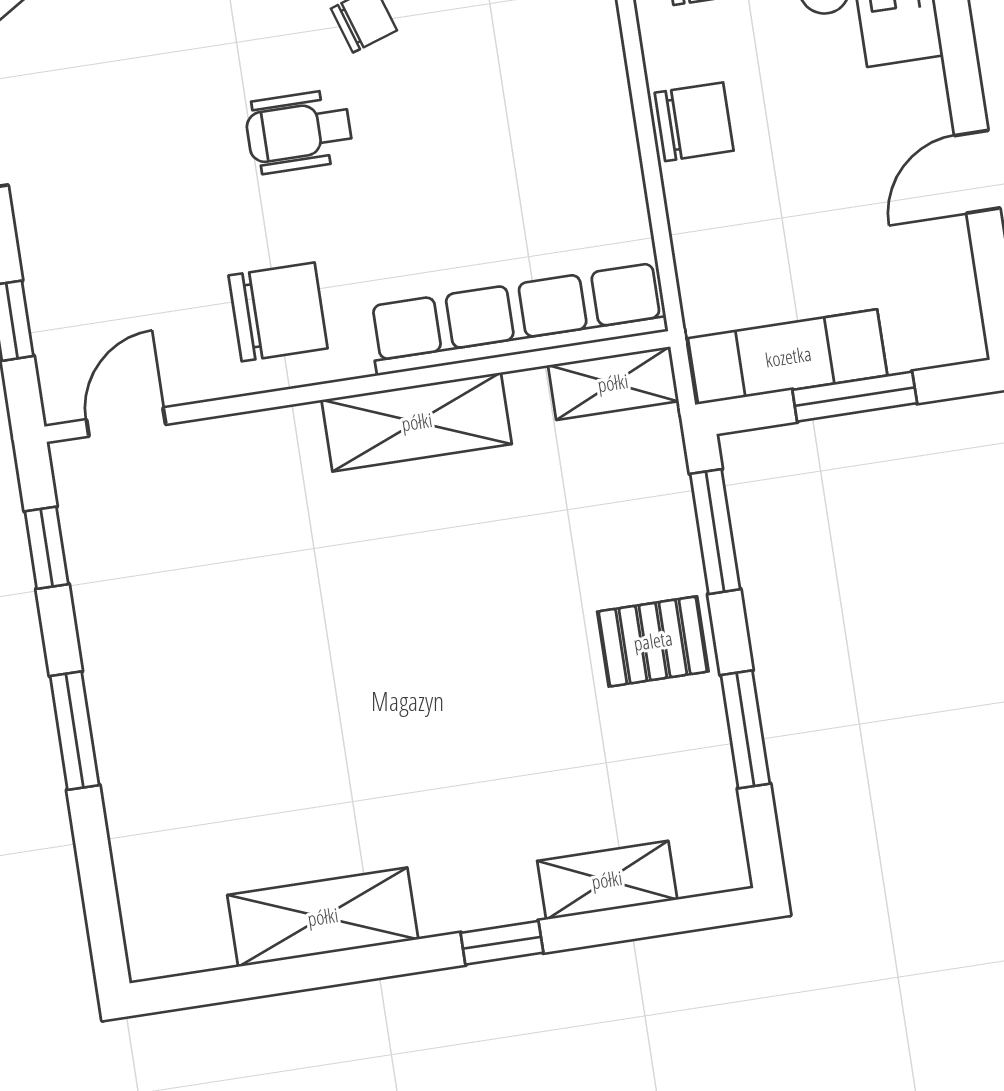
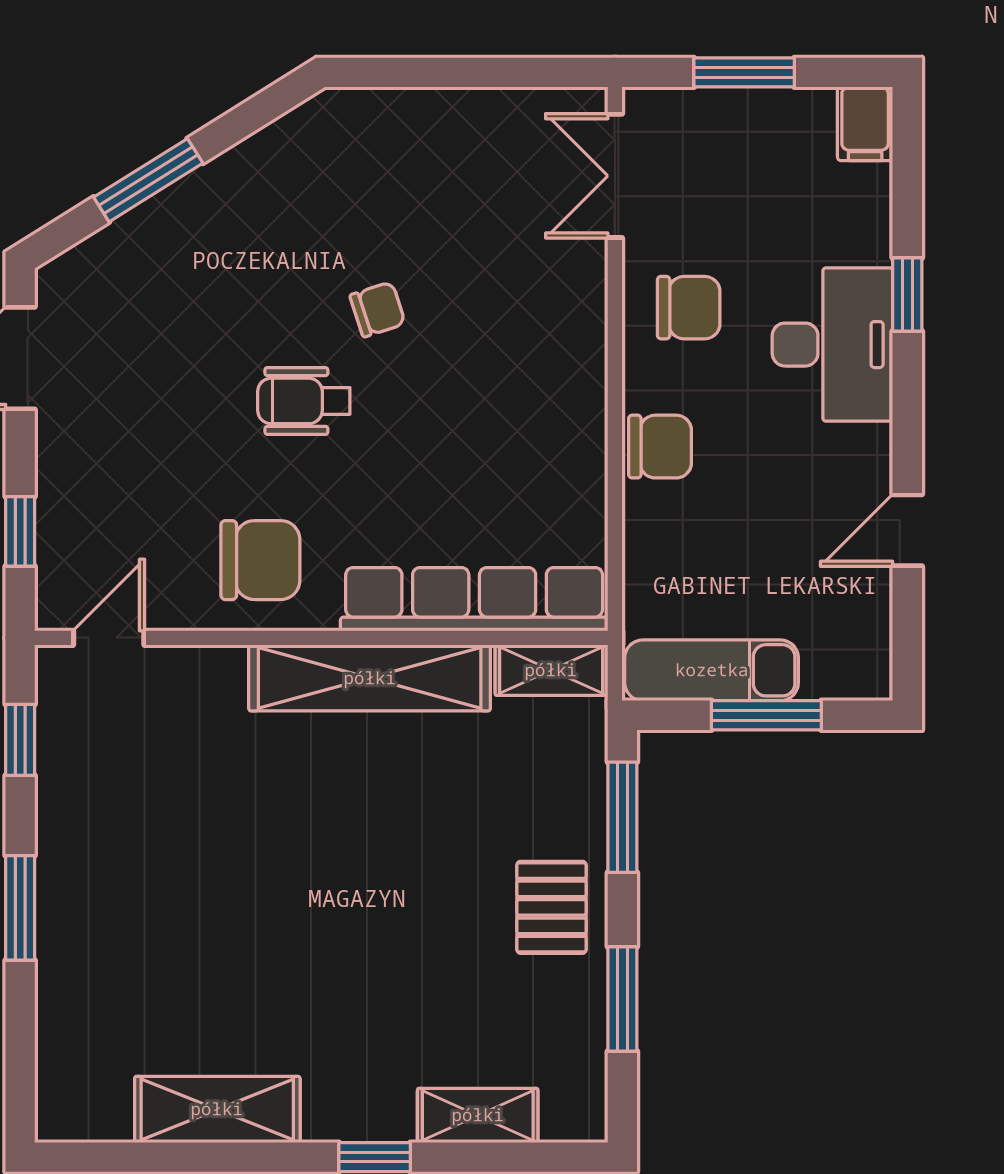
shelving: (417, 422) -> (370, 678), width x1.47
pallet: (653, 641) -> (551, 907), turned 90

